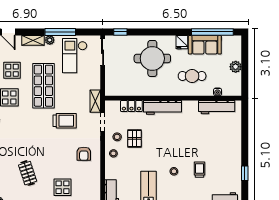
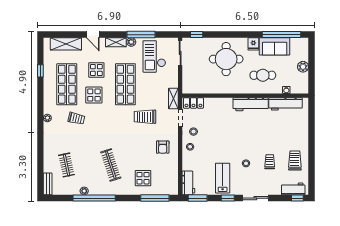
locker: (131, 106) -> (193, 103), moved
workbench: (163, 107) -> (251, 104), moved
trolley: (65, 121) -> (145, 117), turned 180
pallet: (134, 138) -> (210, 133), removed
trolley: (227, 168) -> (295, 160), added
clothes rail: (28, 173) -> (111, 165), width x1.36
window: (245, 173) -> (312, 165), removed

